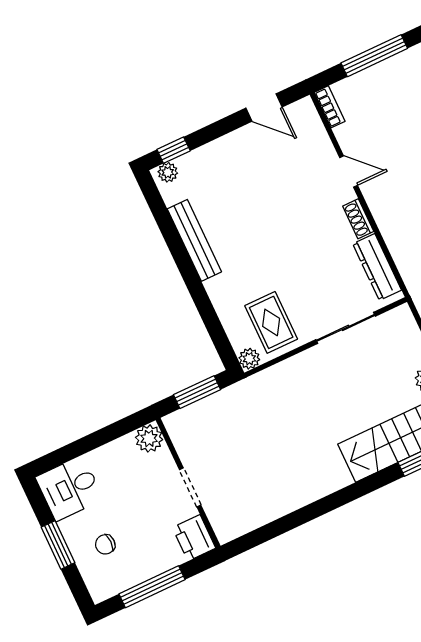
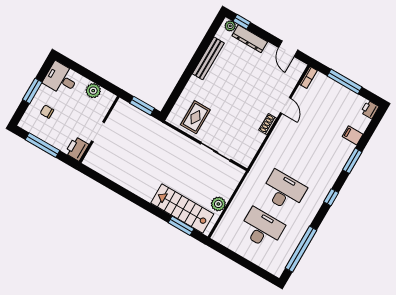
dresser: (377, 267) -> (250, 39), moved, turned -90
plant: (249, 359) -> (173, 119), removed
plant: (149, 438) -> (93, 91), moved

